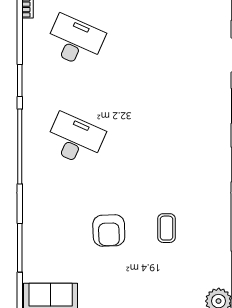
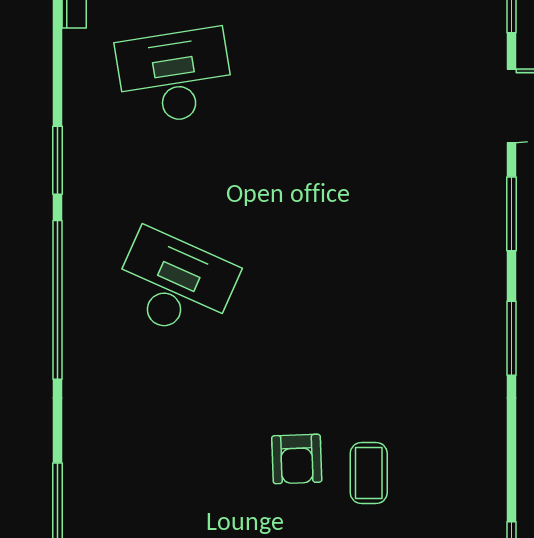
desk: (75, 41) -> (175, 77), turned -33
armchair: (109, 230) -> (297, 459), moved, width x0.72, depth x0.72

